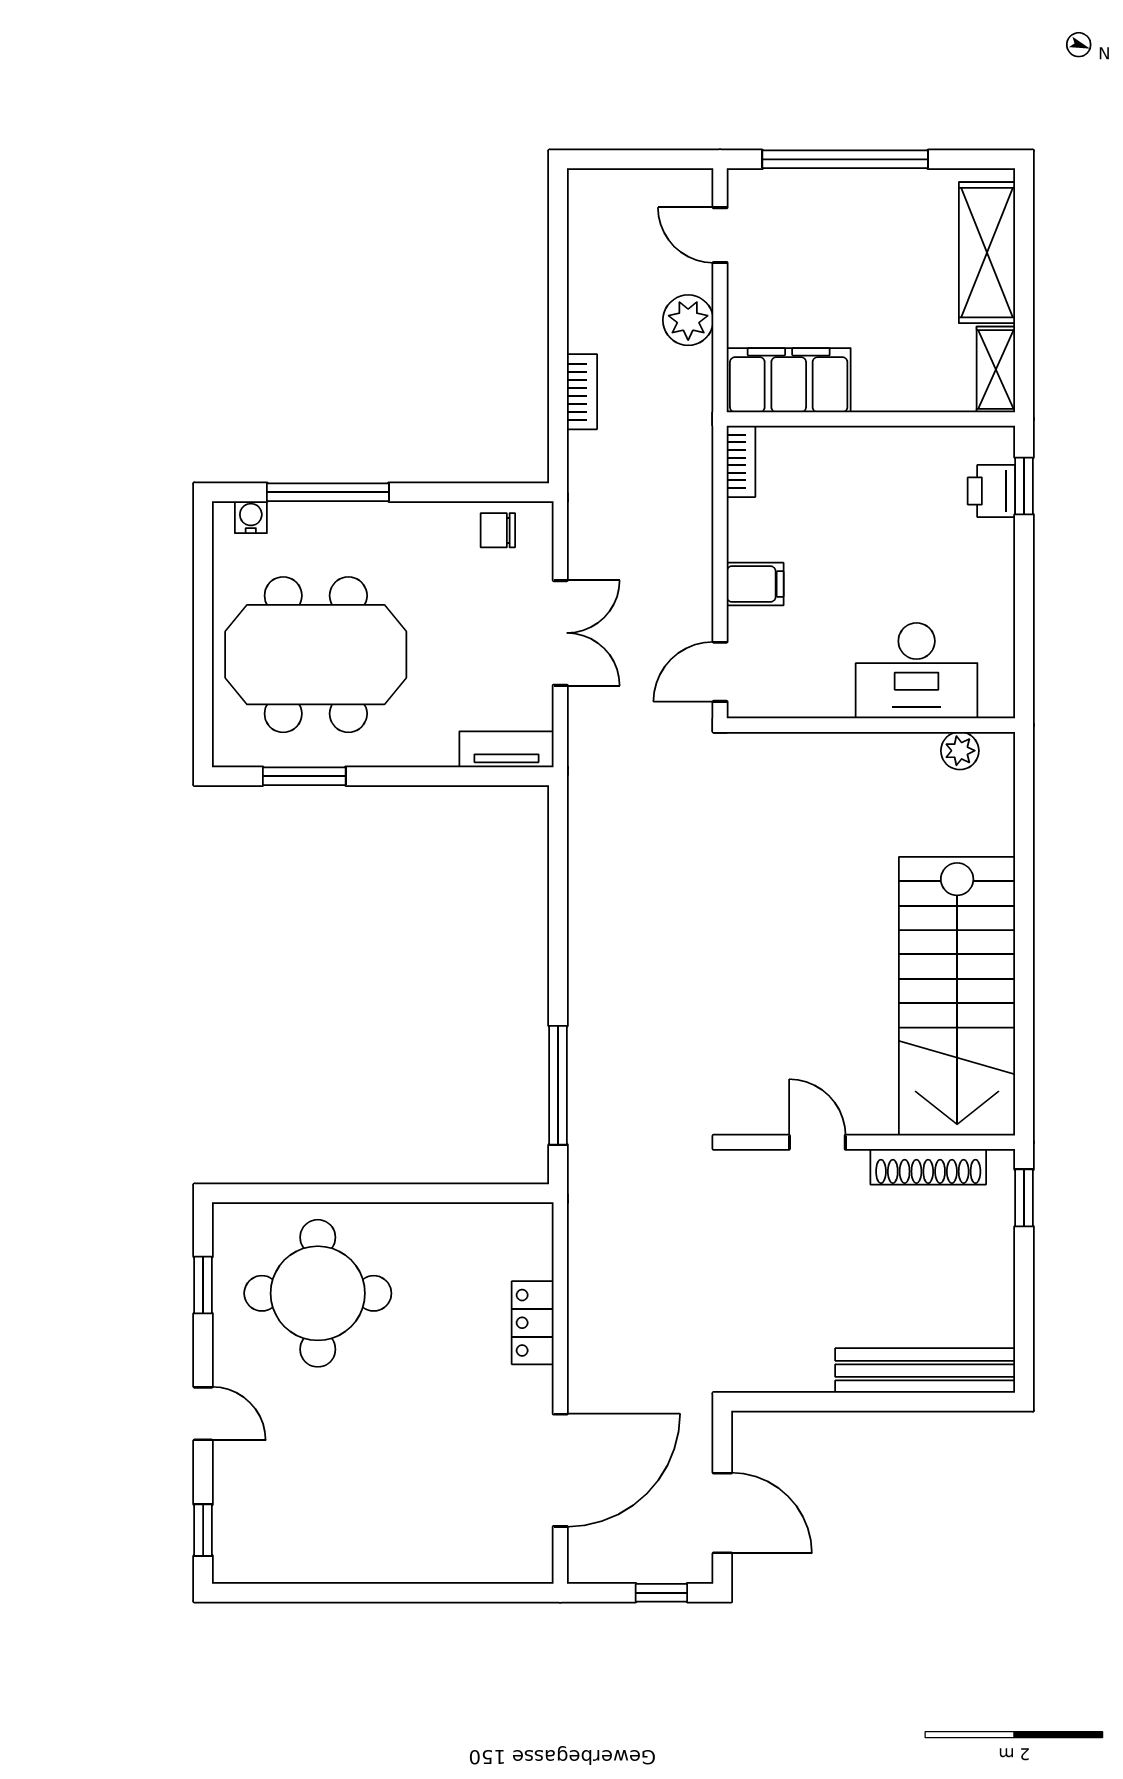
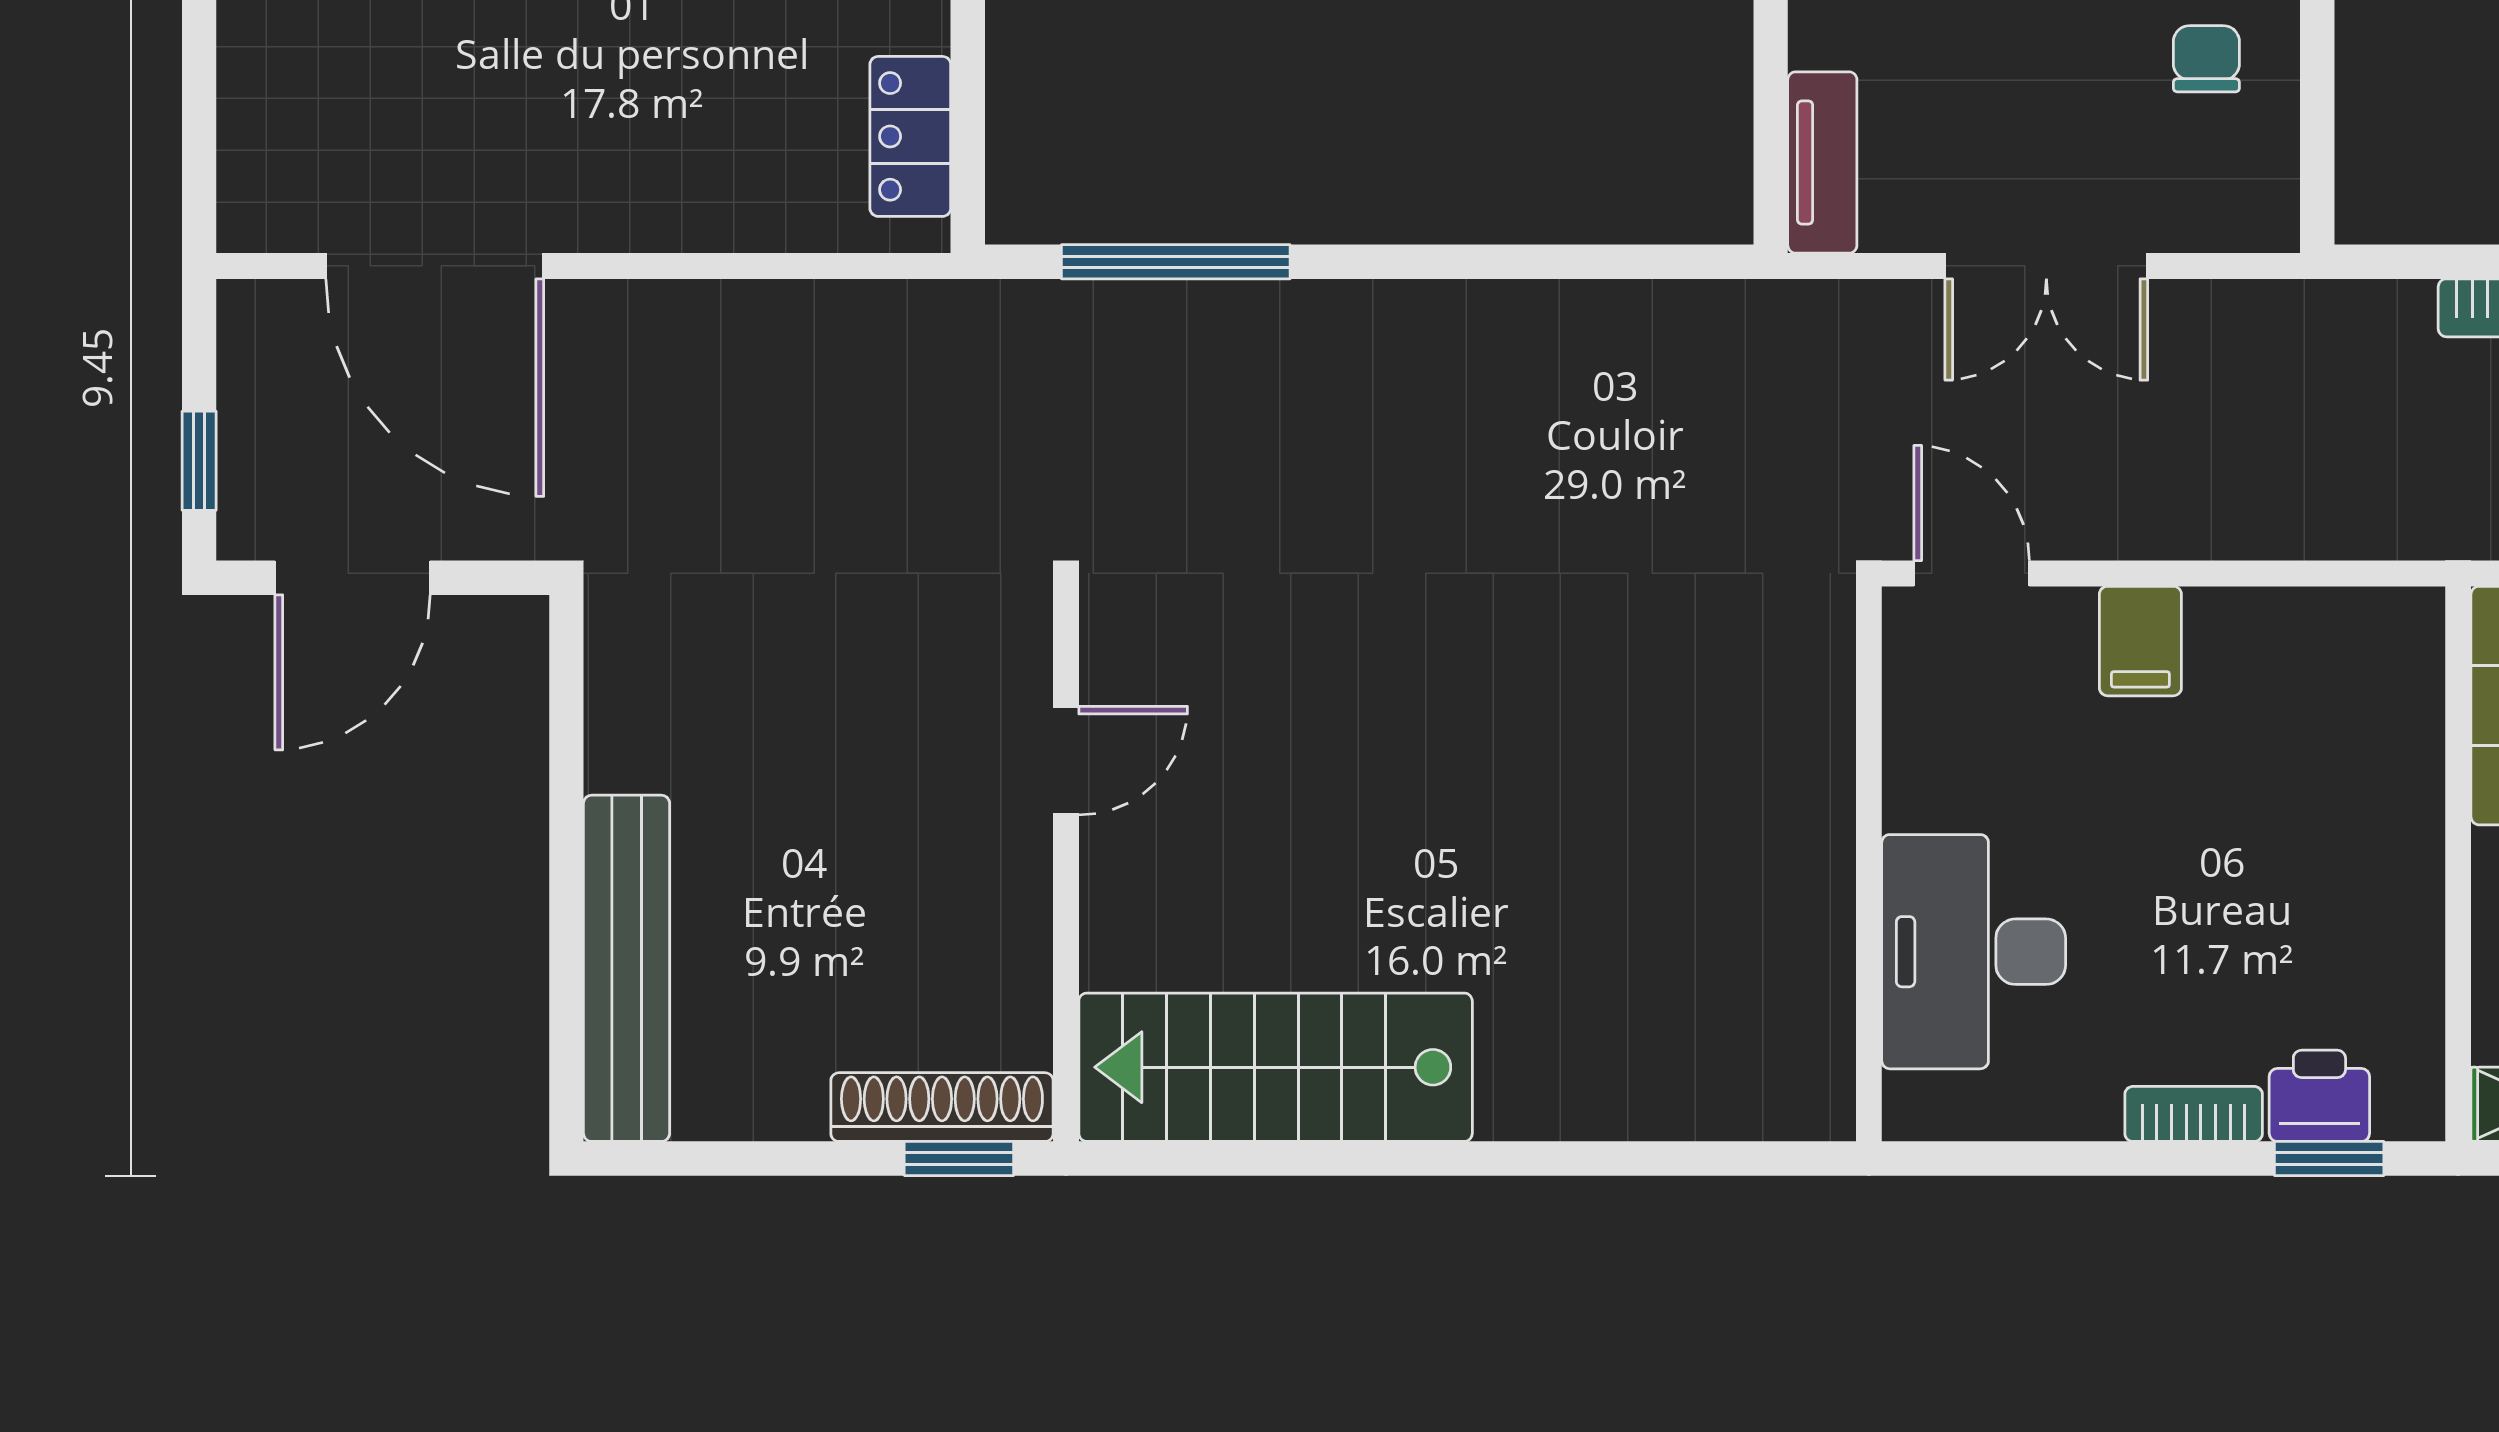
bookcase: (741, 461) -> (2194, 1114), moved, turned 180
chair: (498, 530) -> (2206, 59), moved
plant: (960, 751) -> (1820, 1035), removed
stairs: (957, 996) -> (1276, 1067), width x0.73, depth x0.66
shoe rack: (928, 1167) -> (942, 1107), moved, turned 90
locker: (533, 1323) -> (910, 136), moved, turned -90

